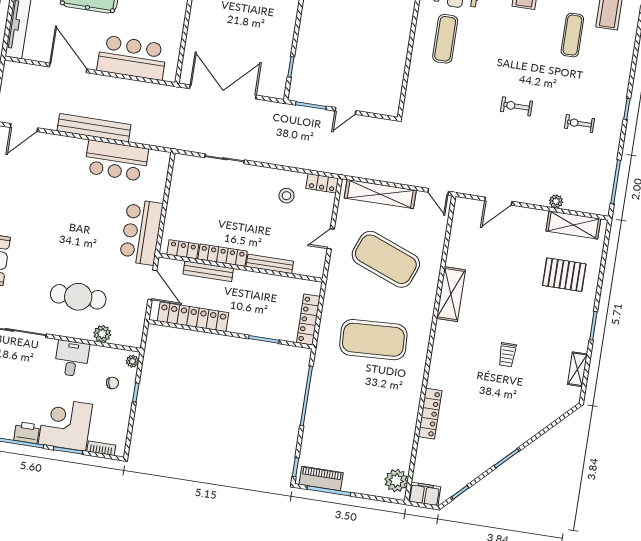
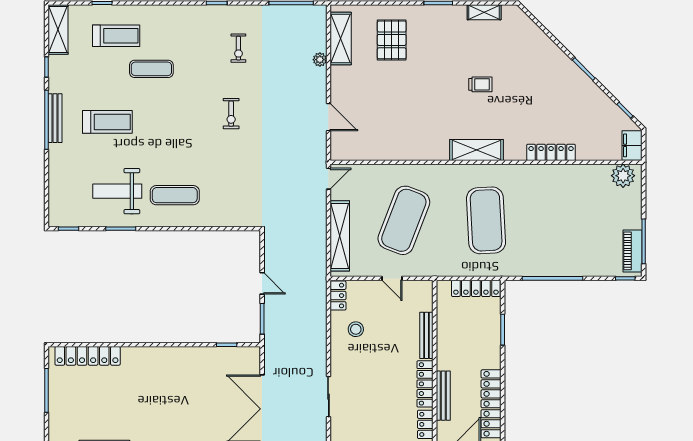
shelving: (451, 294) -> (476, 150), moved

